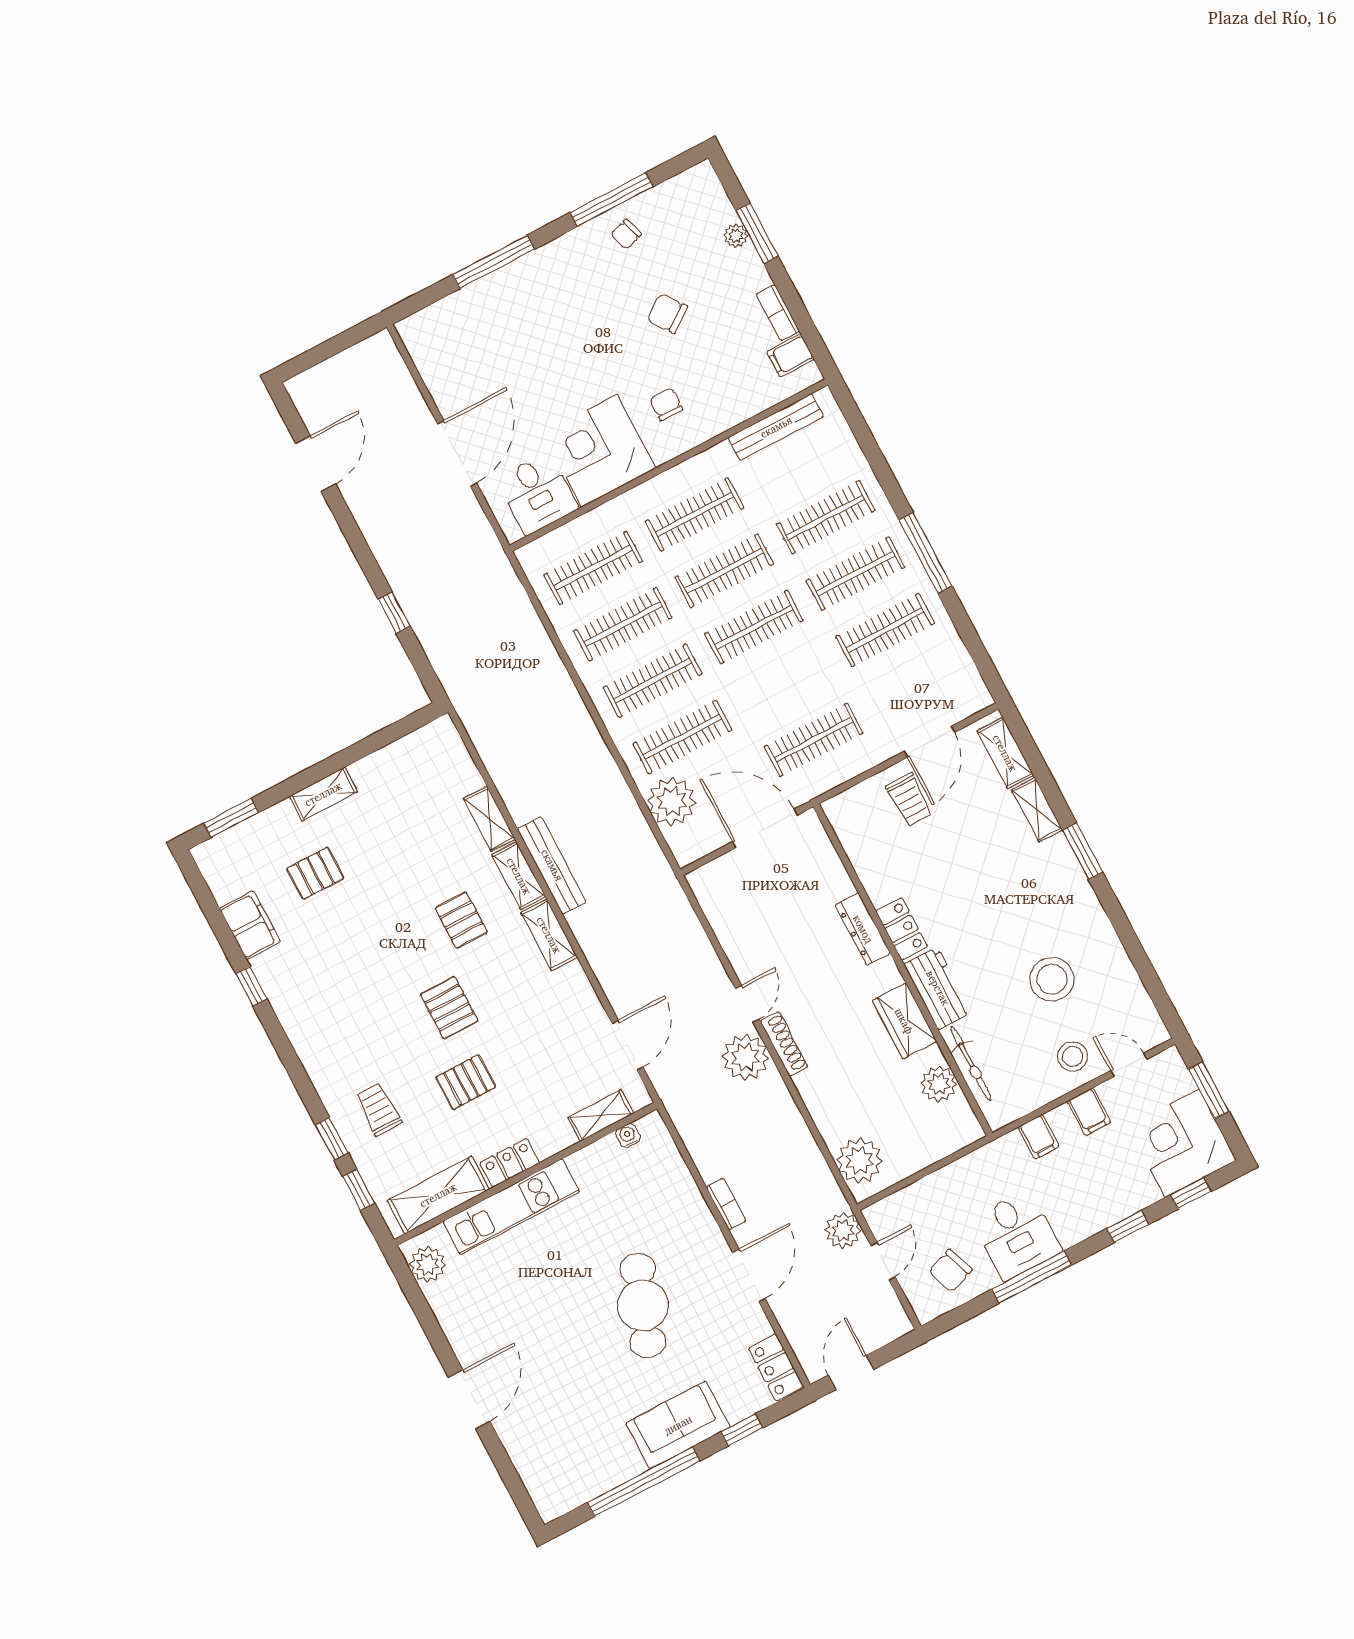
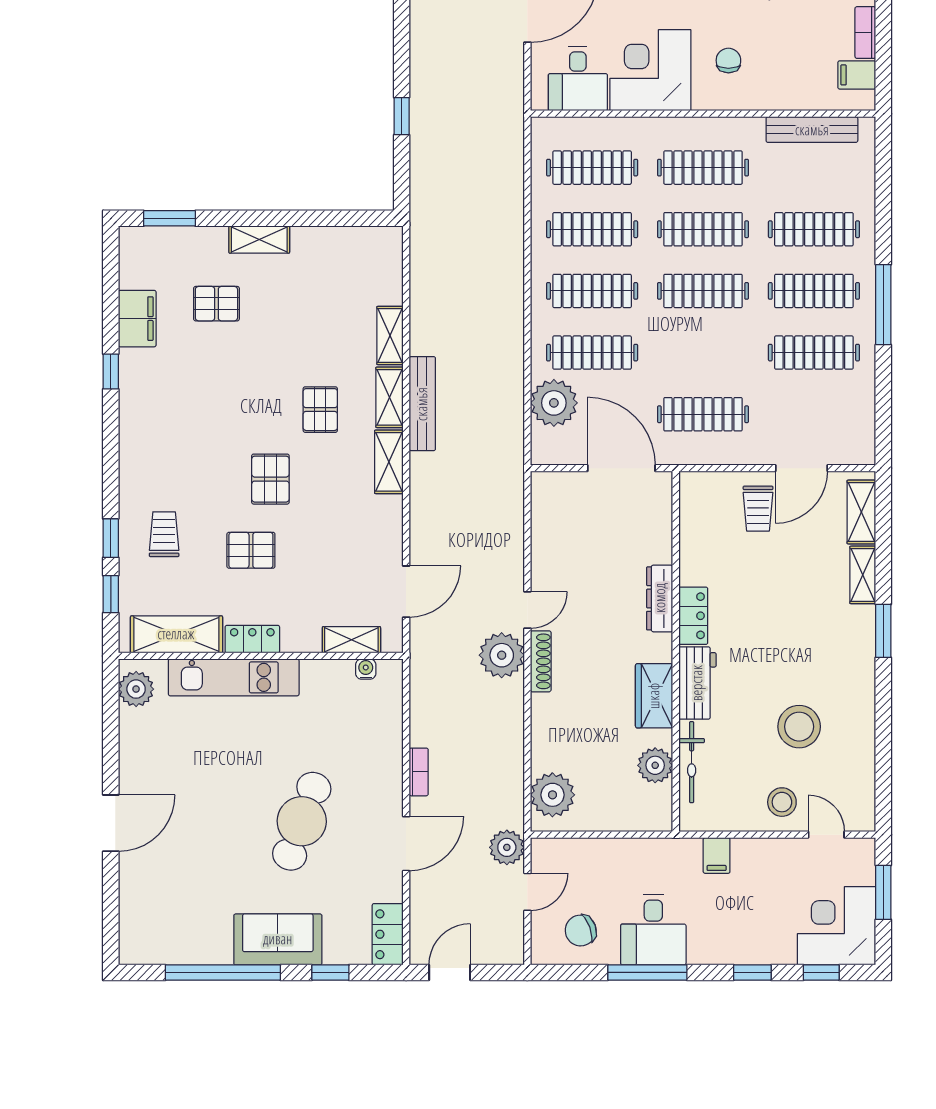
filing cabinet: (1089, 1112) -> (771, 857), removed

